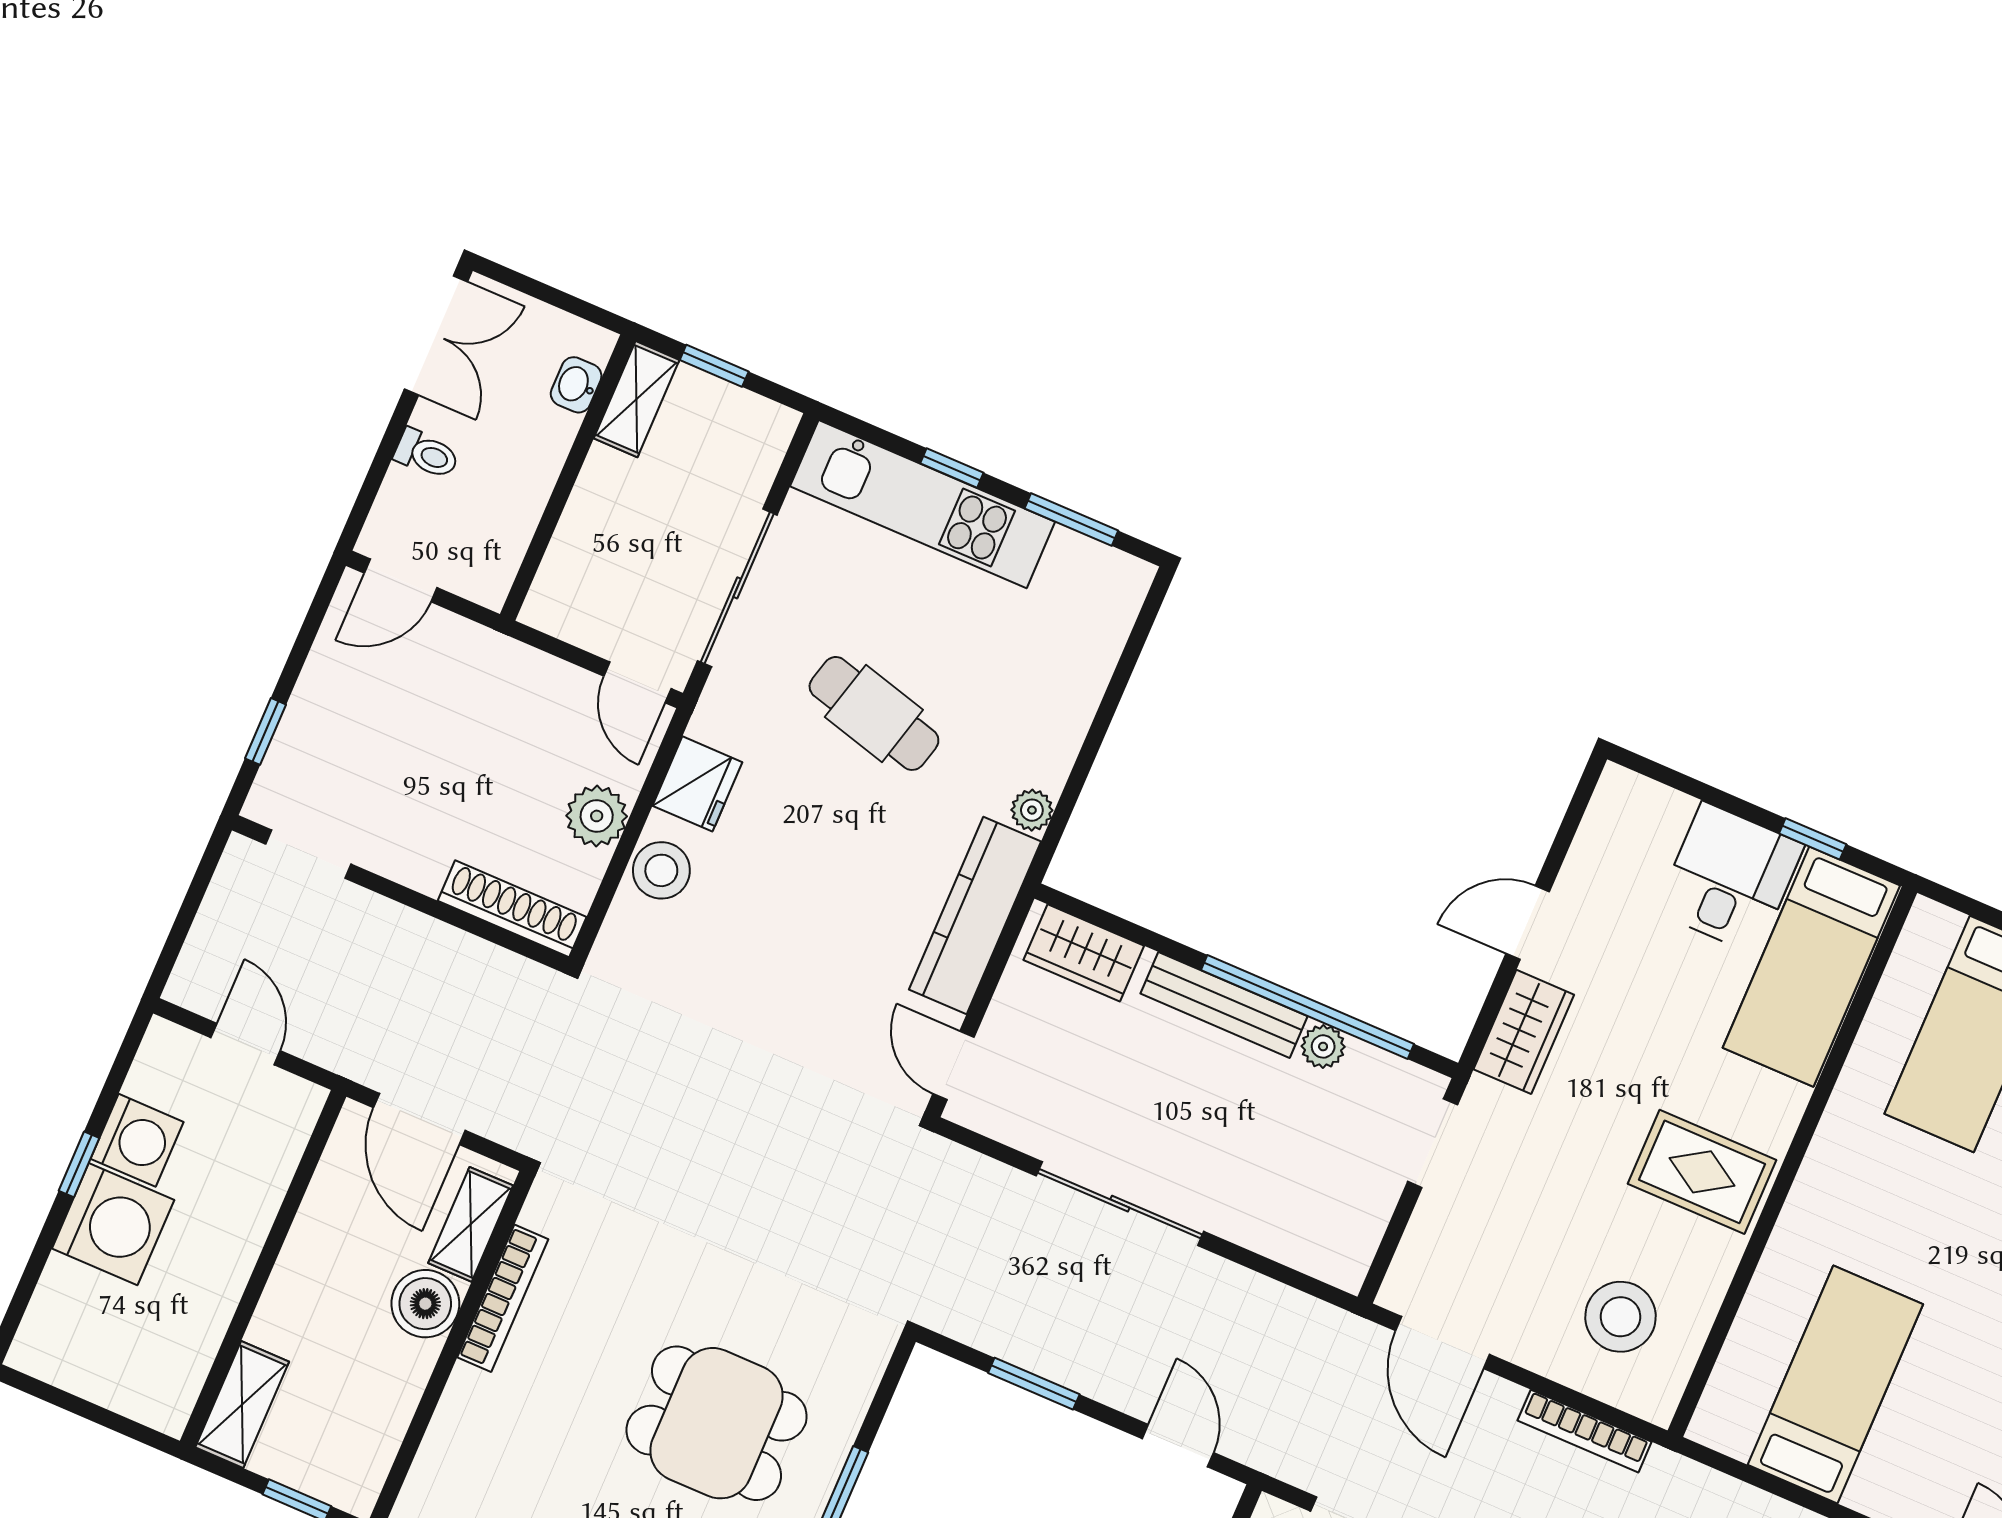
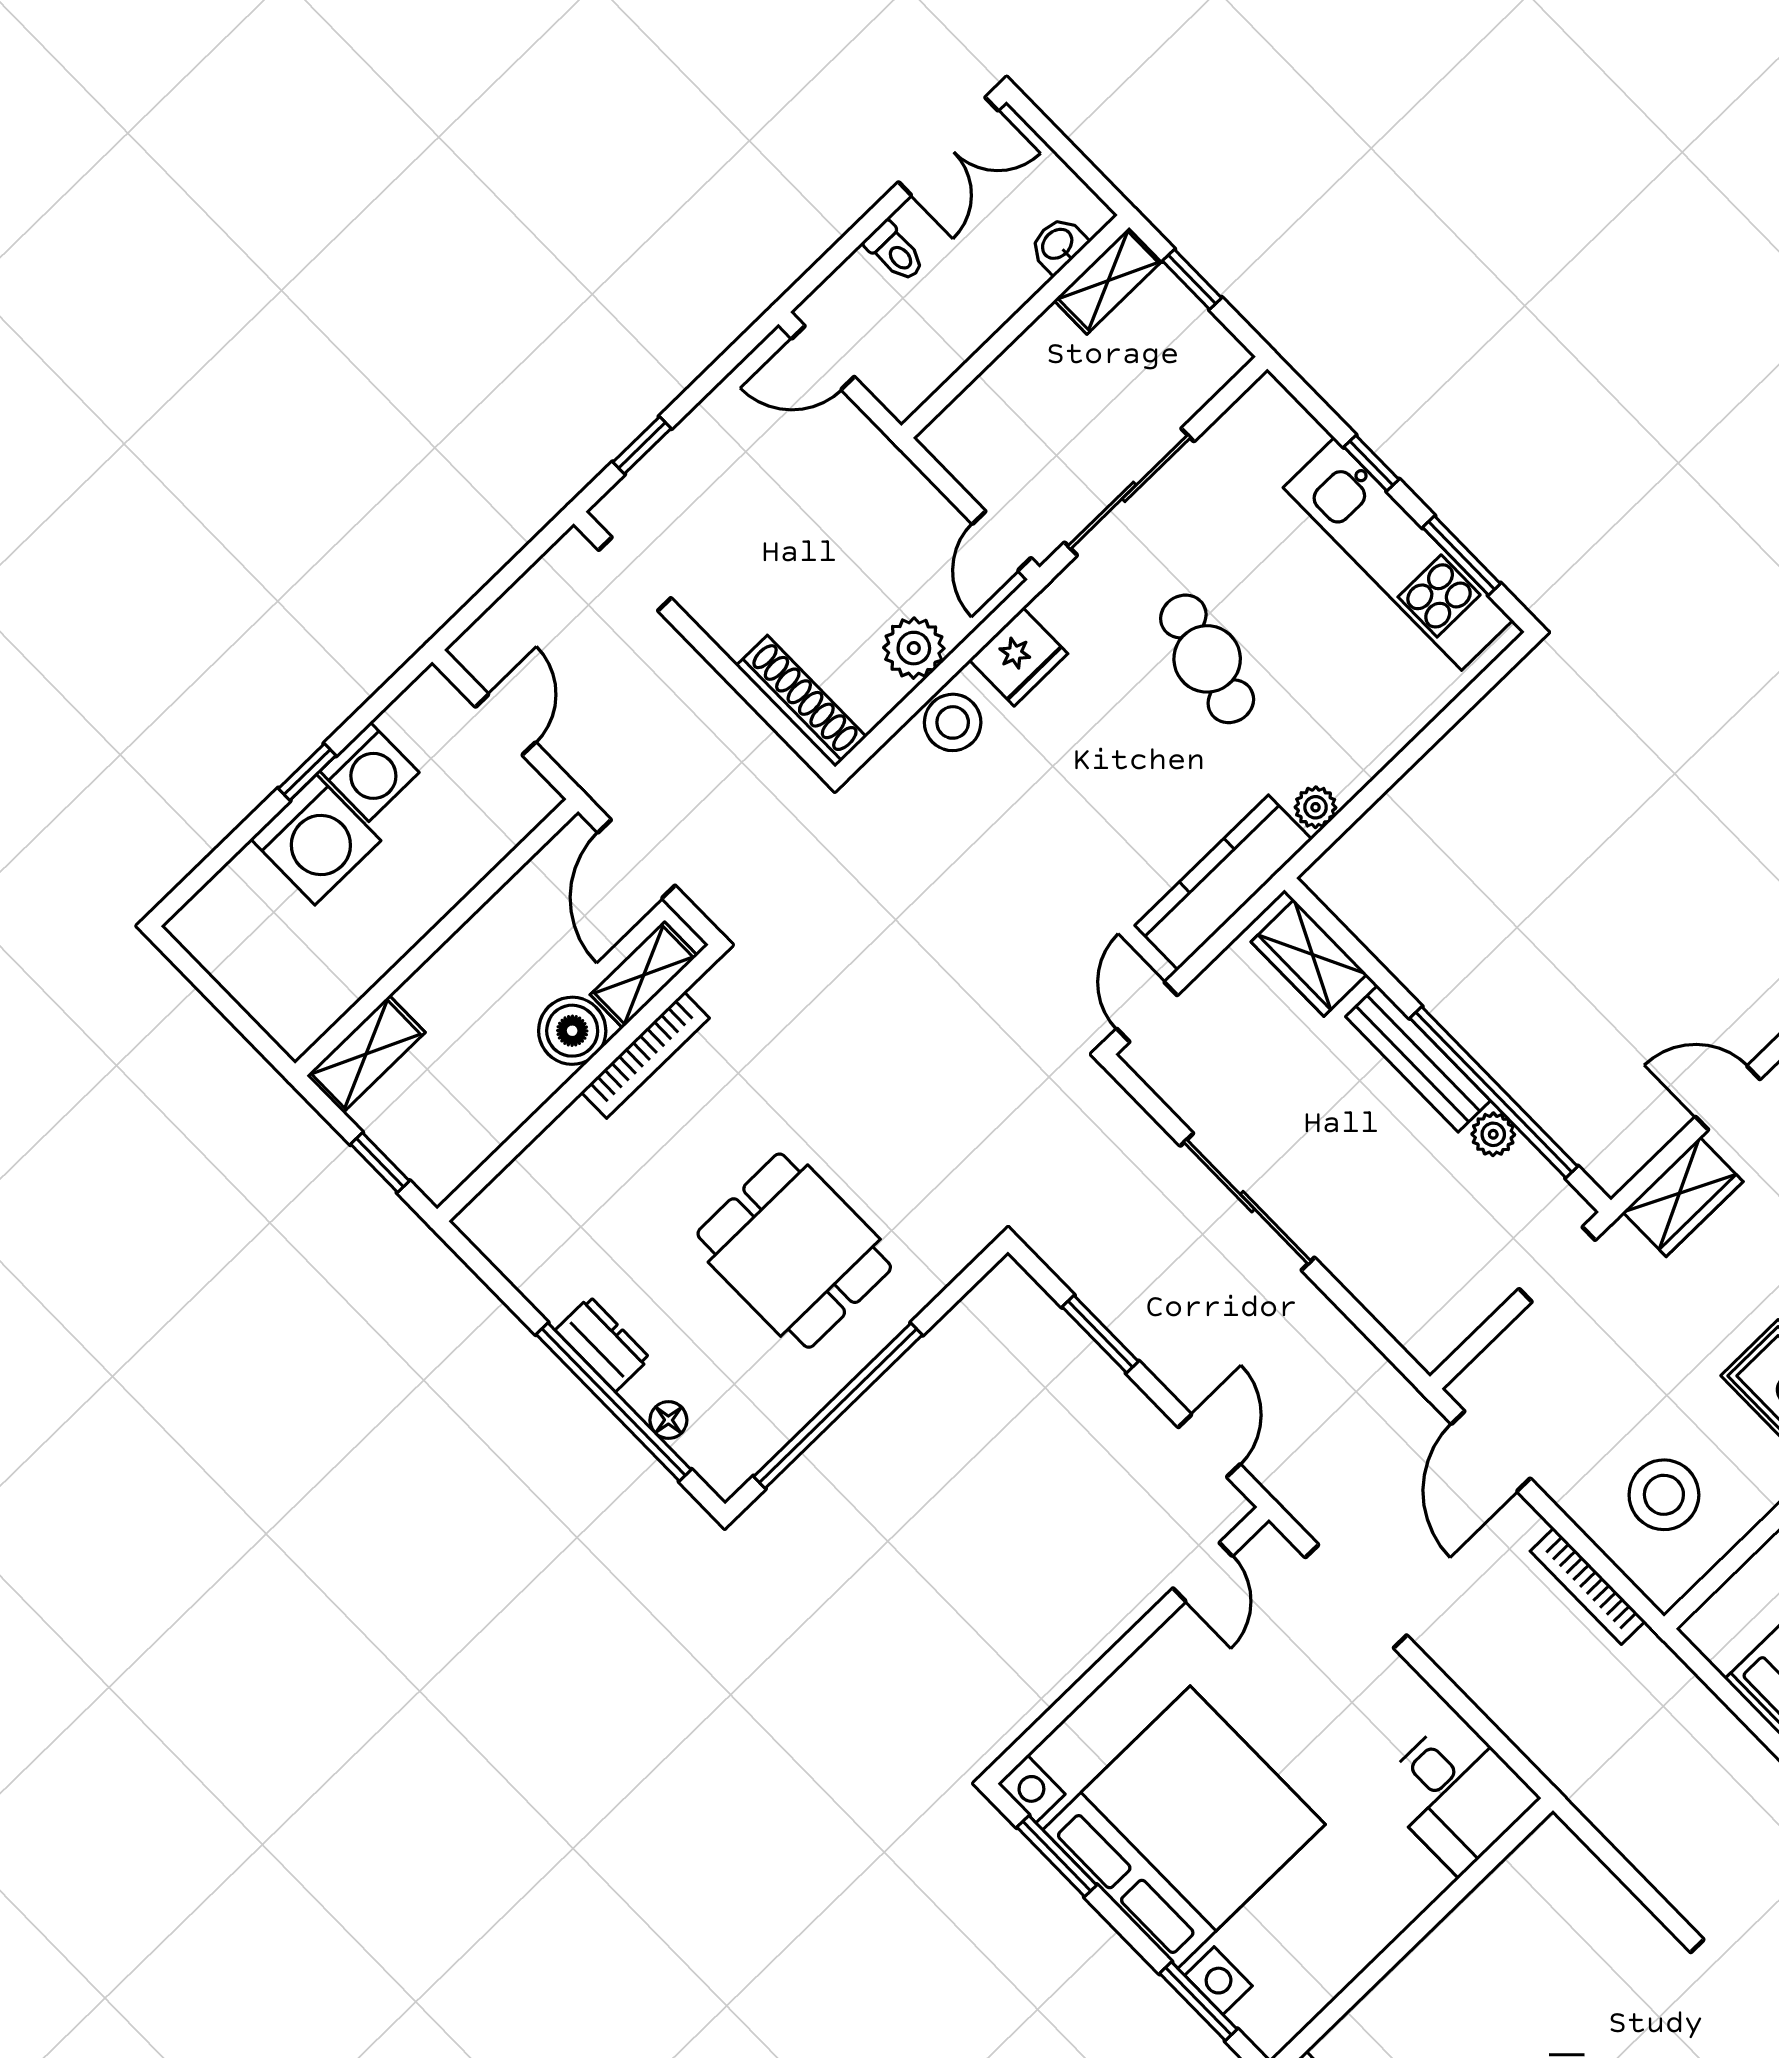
kitchen unit: (923, 504) -> (1398, 554), moved

